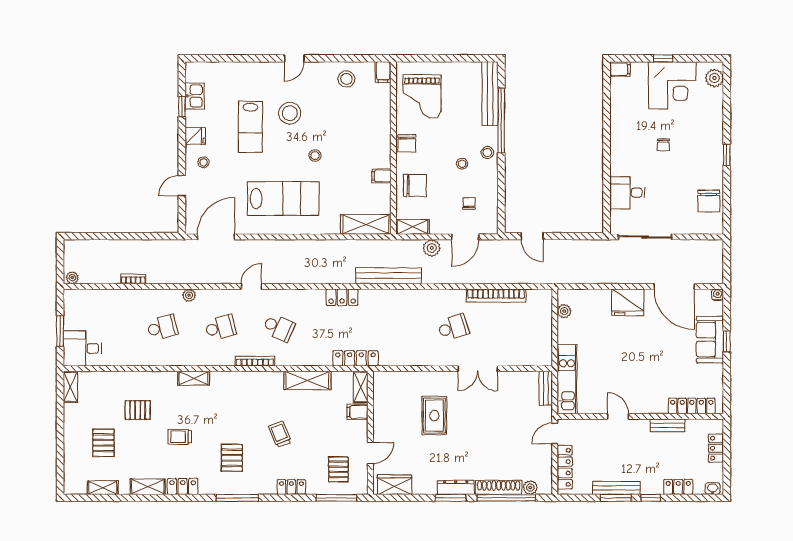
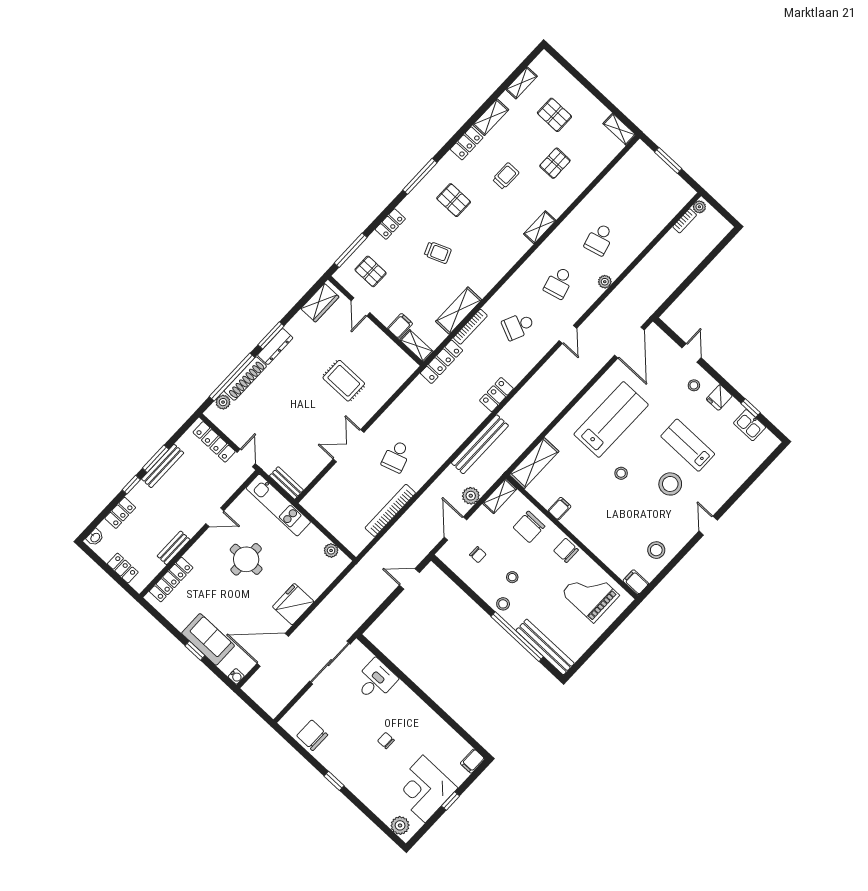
lab bench: (283, 199) -> (611, 419), turned 180
bookcase: (133, 279) -> (685, 221), moved
desk: (82, 348) -> (640, 165), removed
bookcase: (255, 361) -> (470, 327), moved
round table: (627, 366) -> (246, 559), added

